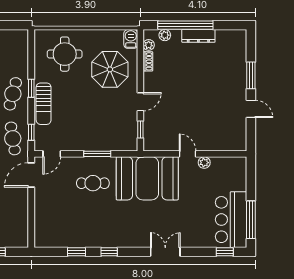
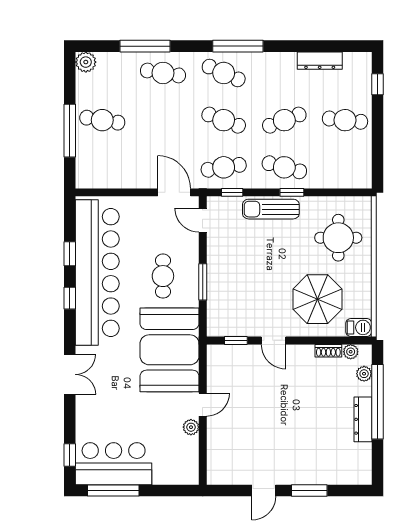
bar counter: (90, 232) -> (97, 273), added

